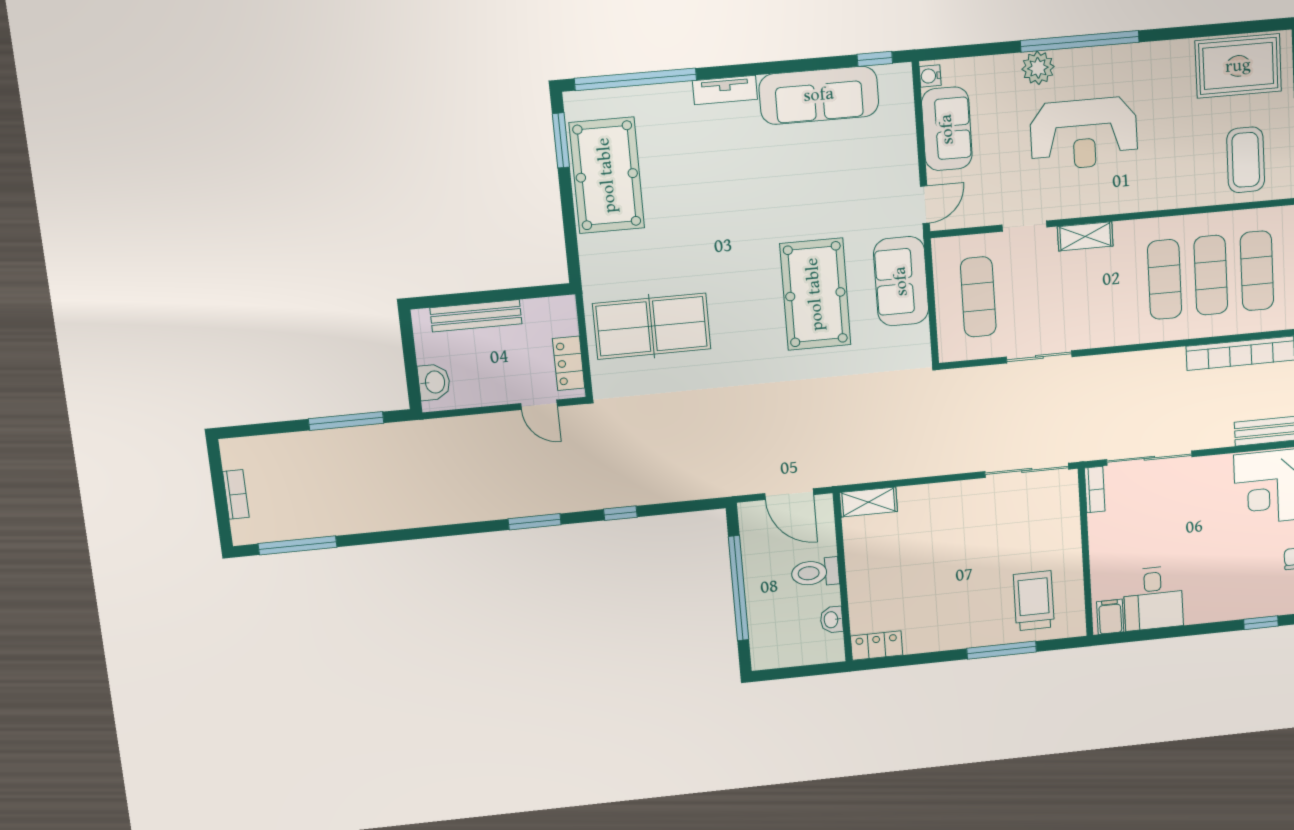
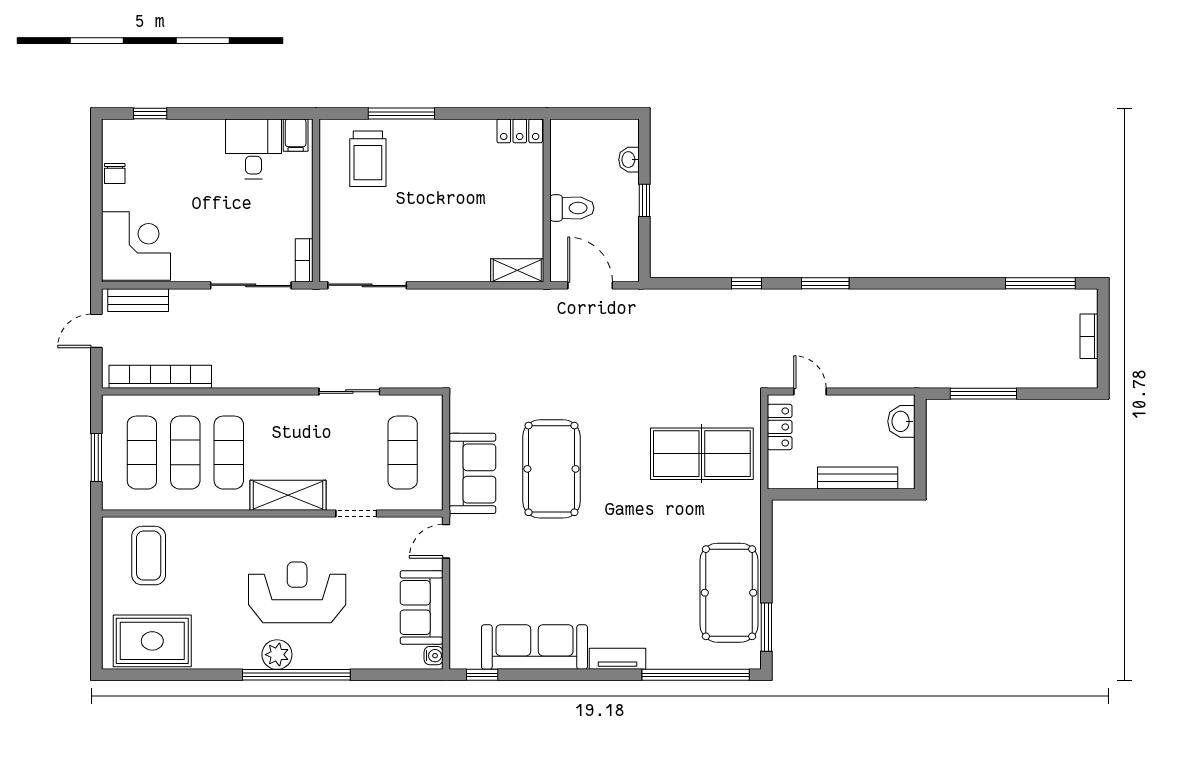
plant: (1038, 68) -> (277, 655), moved
shelving: (1085, 236) -> (288, 495), width x1.50, depth x1.33
window: (739, 588) -> (644, 200), width x0.32
washbasin: (832, 620) -> (629, 160), moved, turned 180

